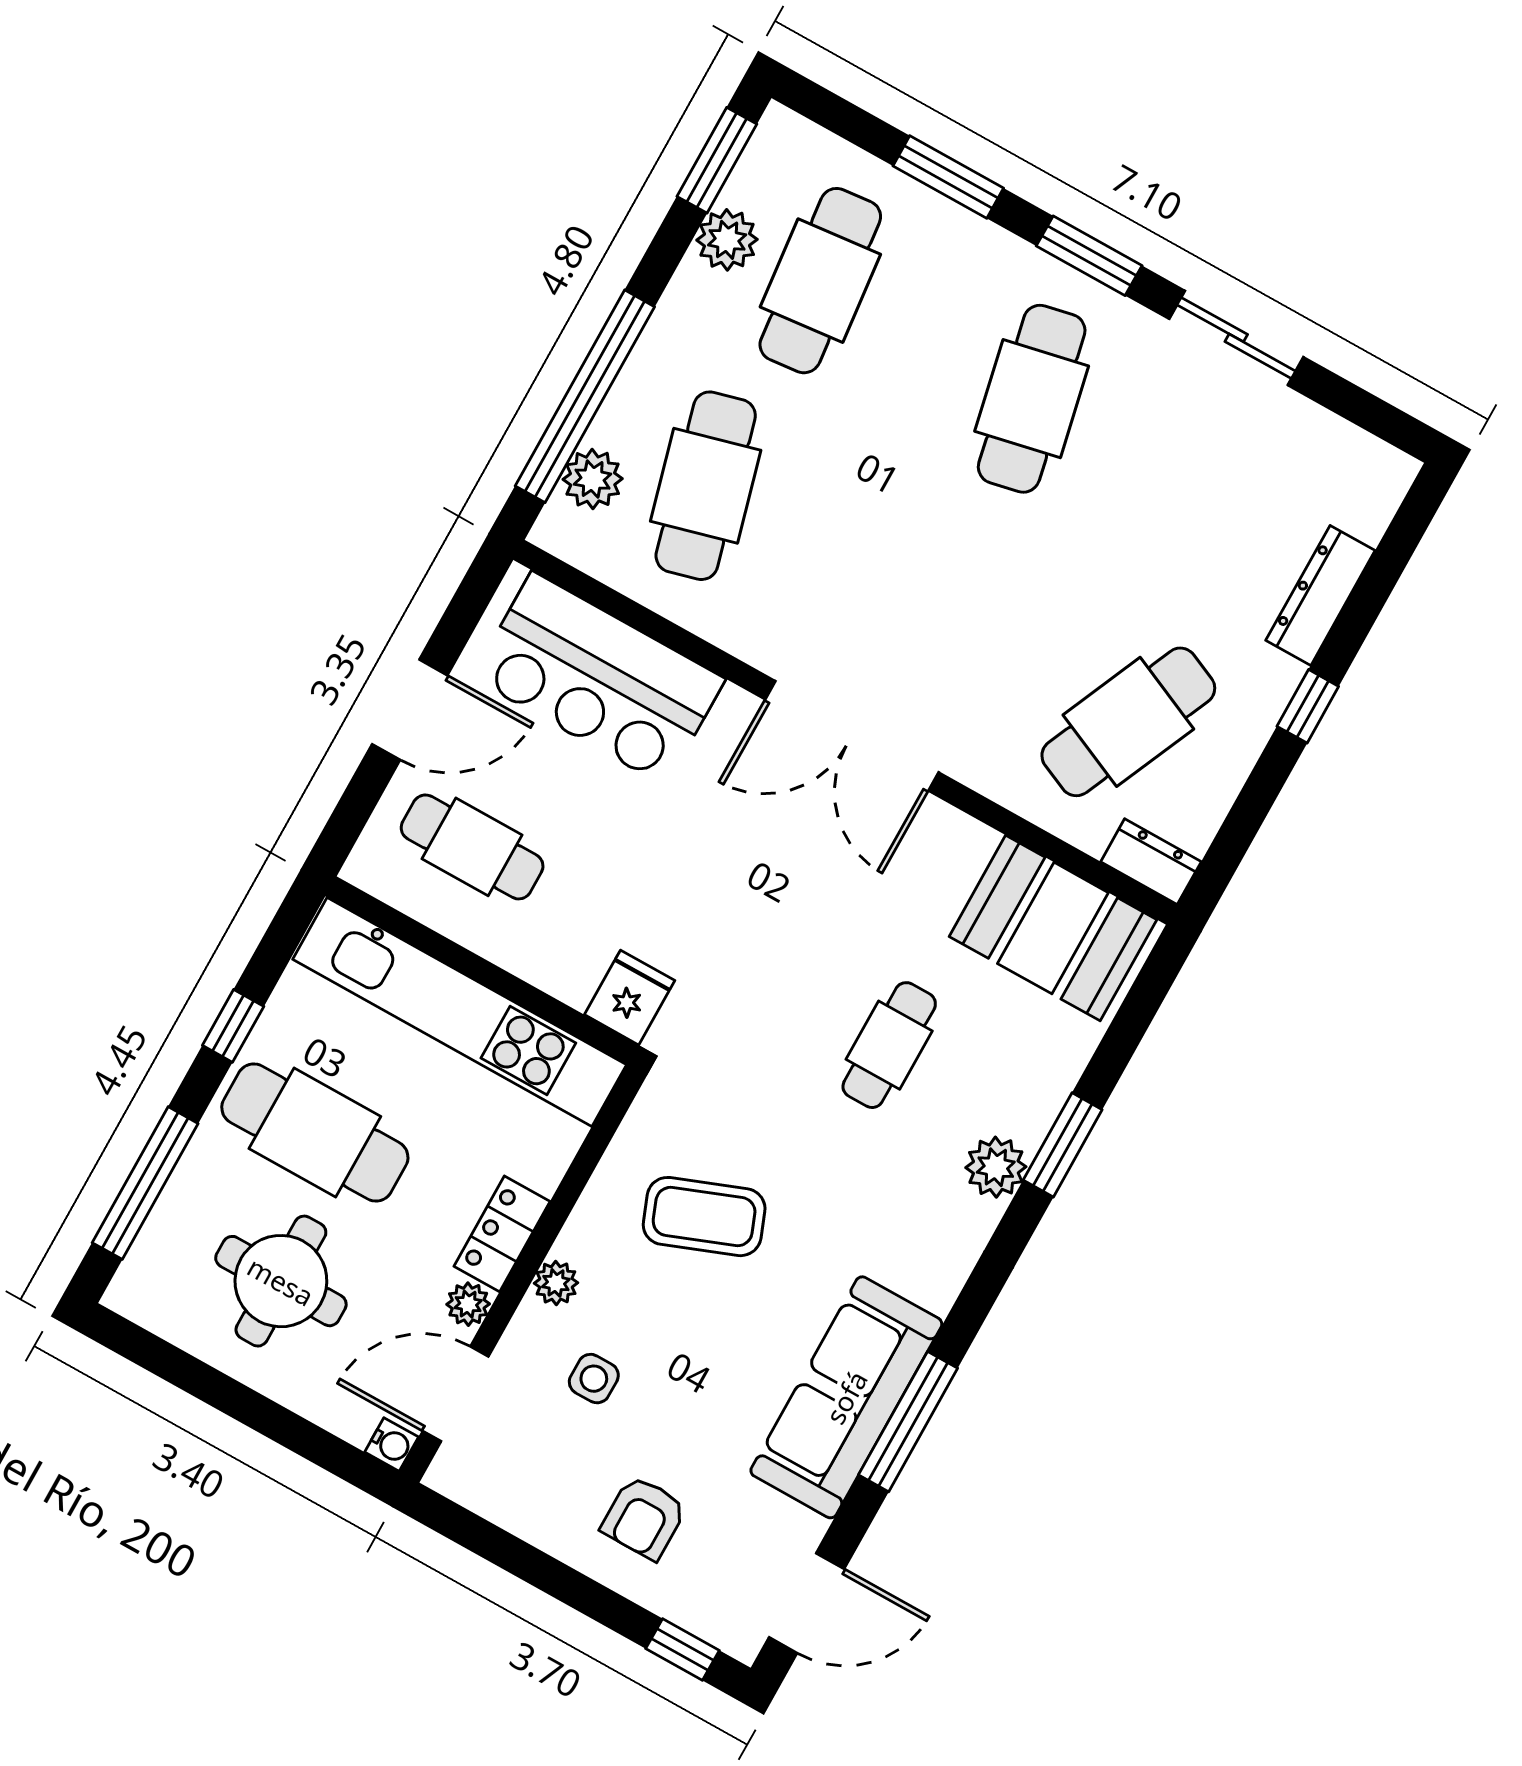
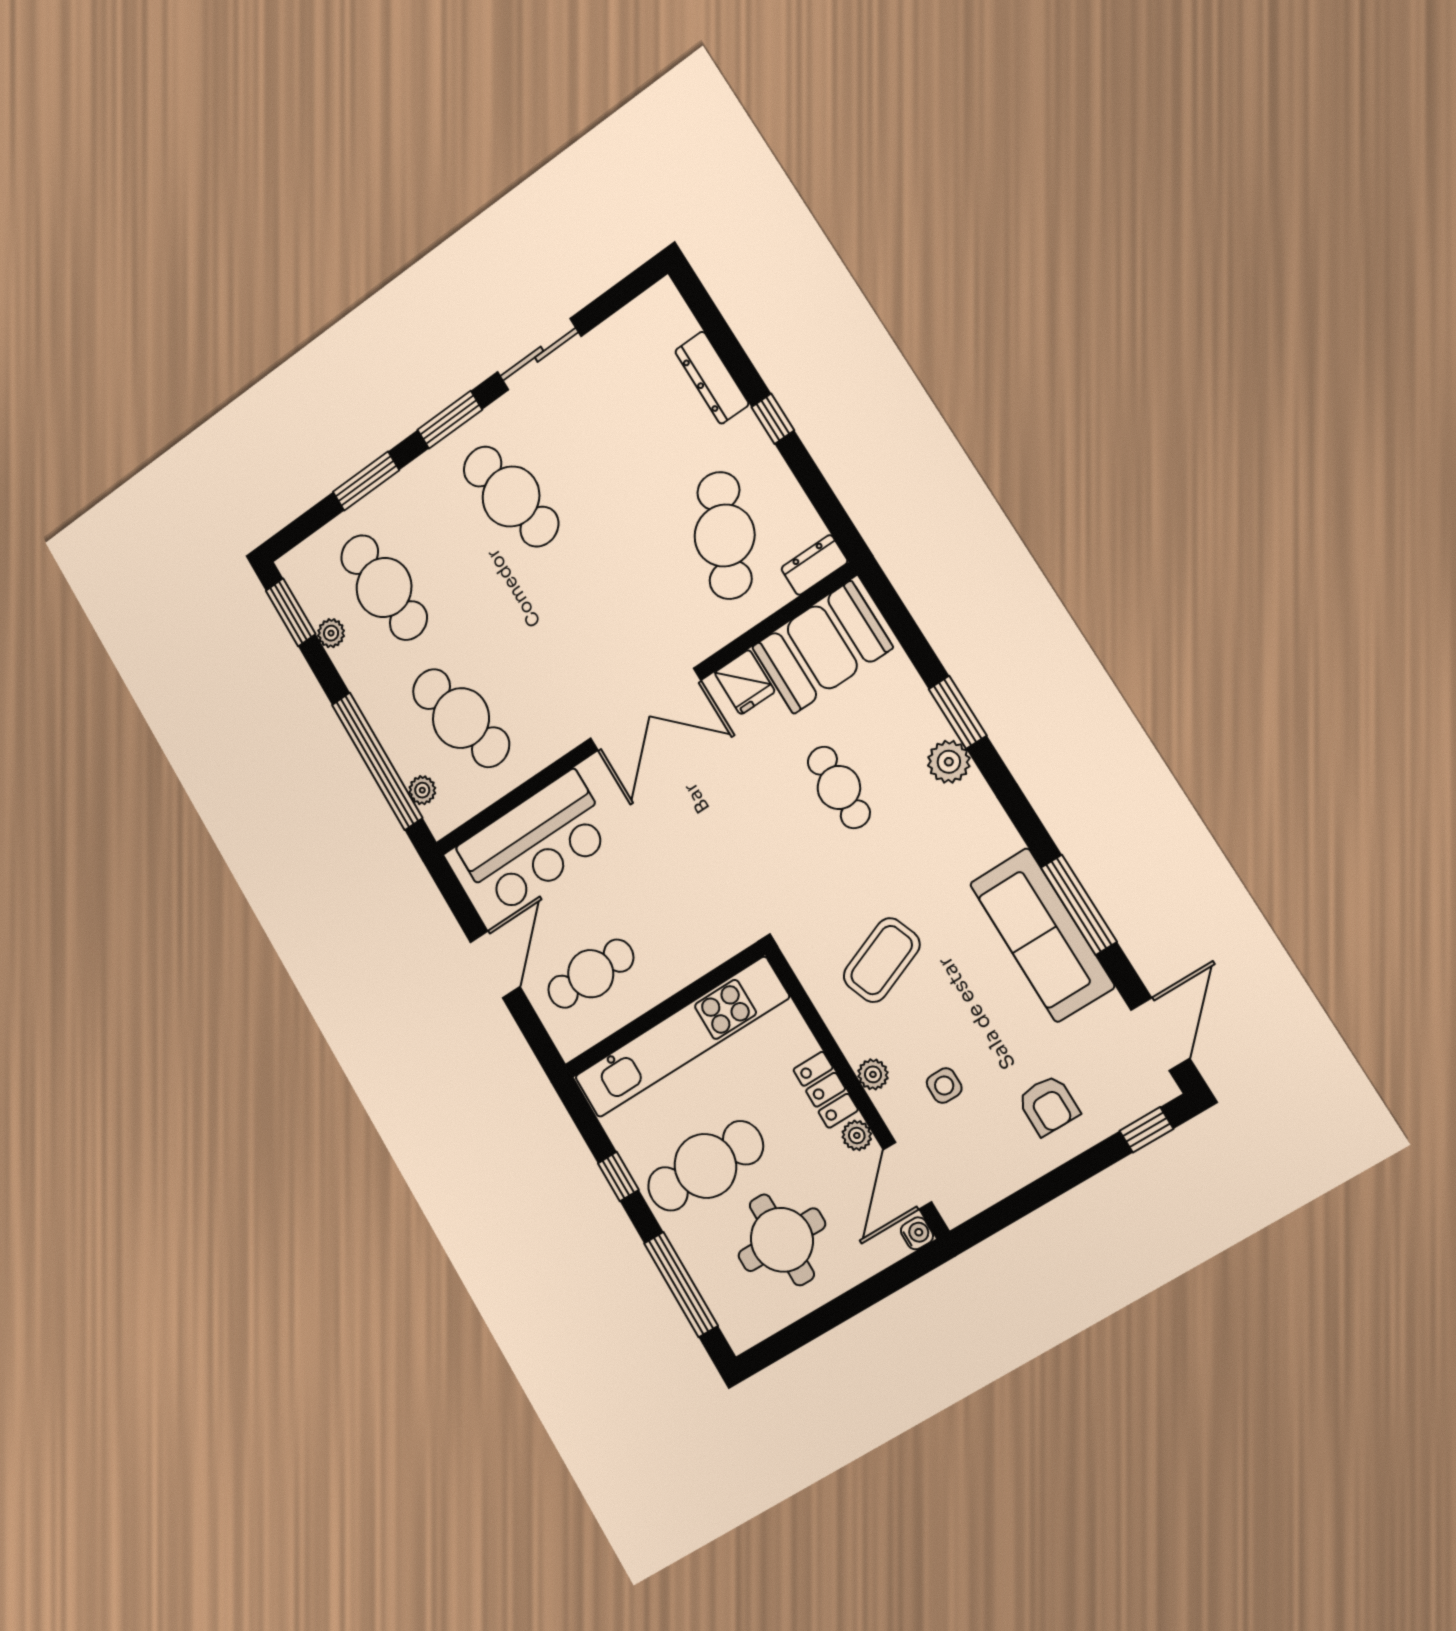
plant: (727, 240) -> (331, 633), width x0.73, depth x0.73
plant: (593, 479) -> (422, 790), width x0.73, depth x0.73
fridge: (630, 998) -> (745, 682), moved, turned 180

